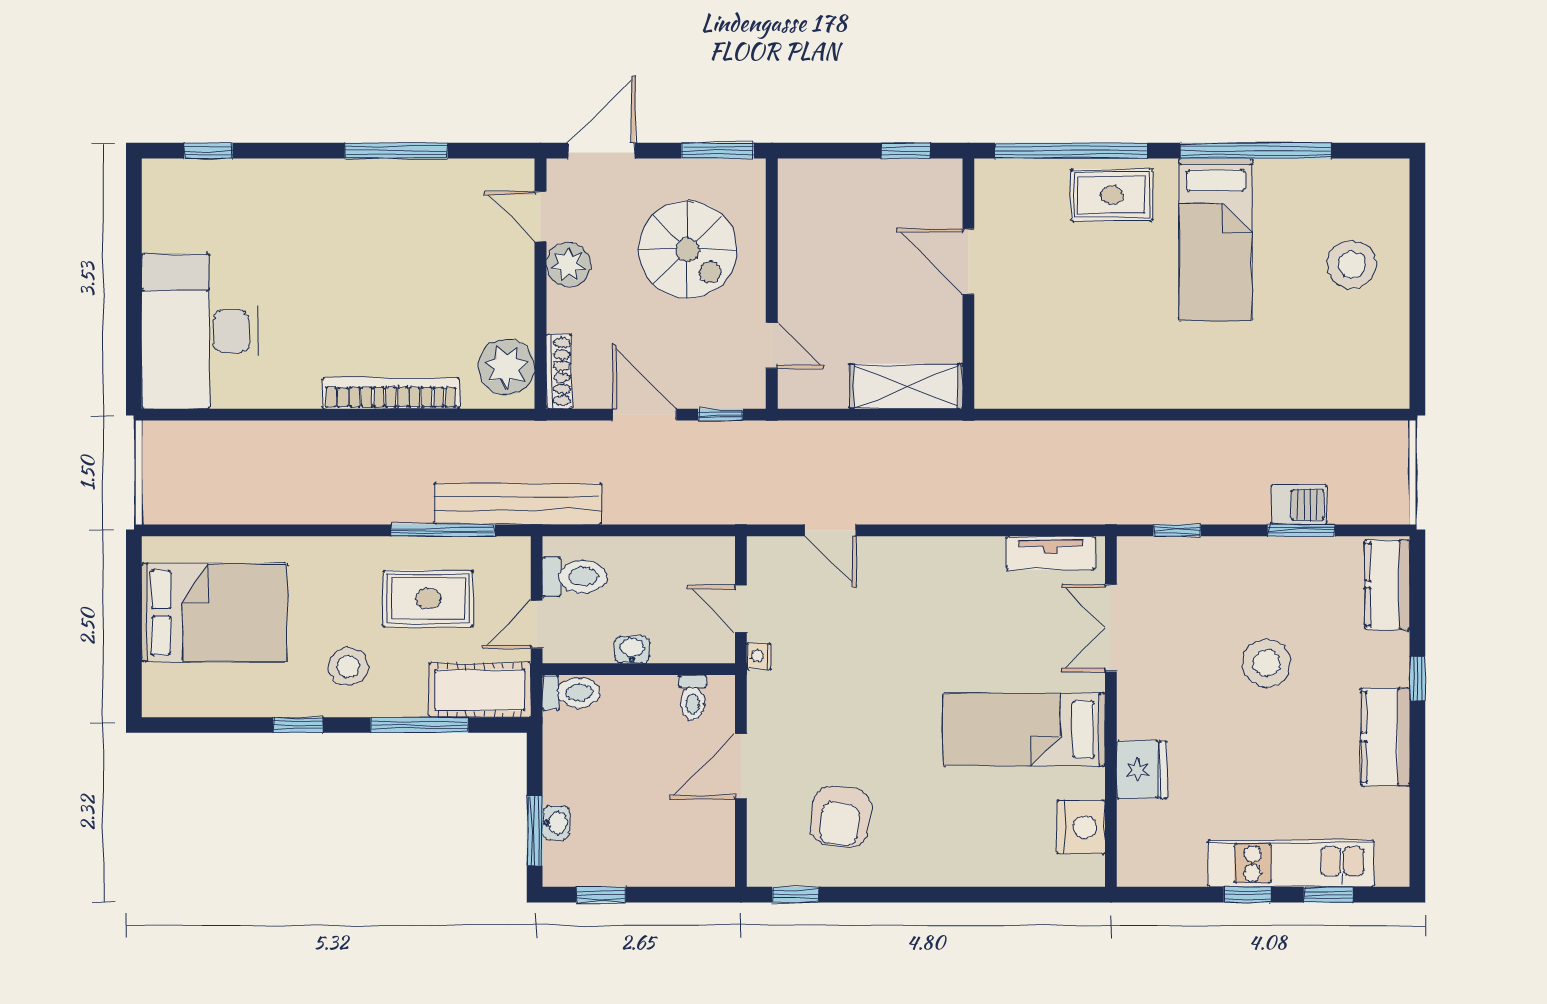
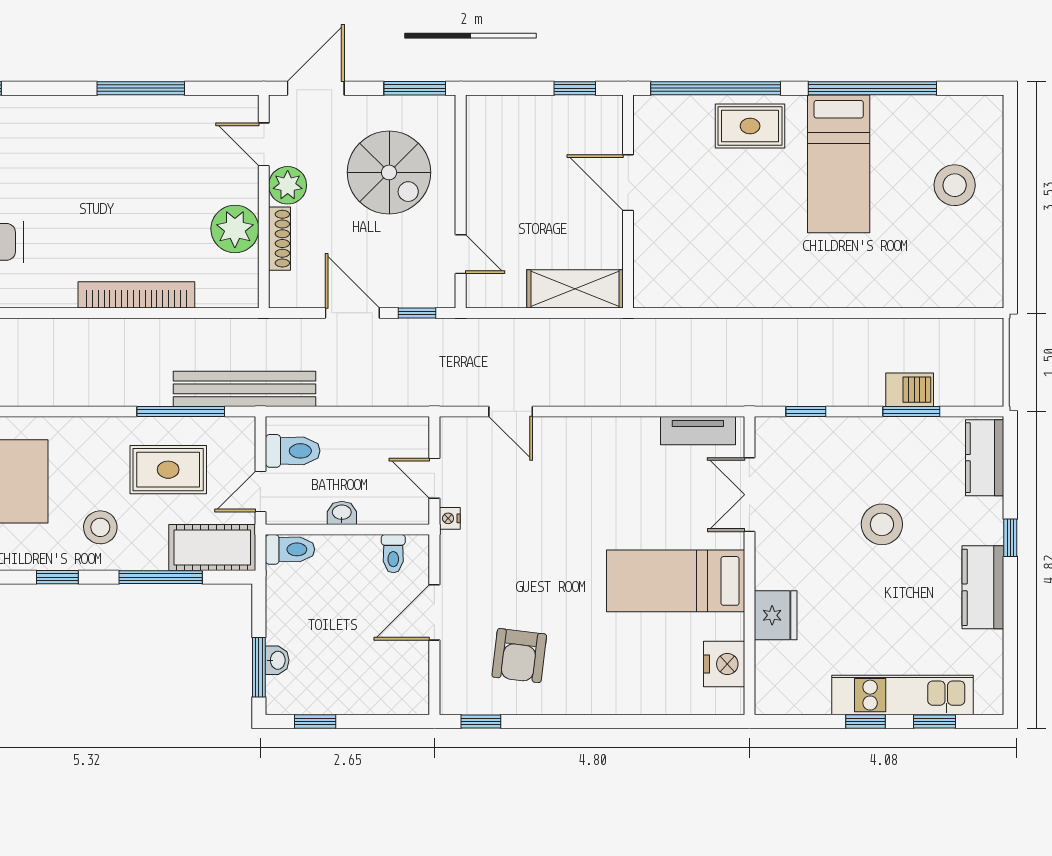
plant: (507, 367) -> (235, 229), moved
shoe rack: (559, 372) -> (280, 239), moved

